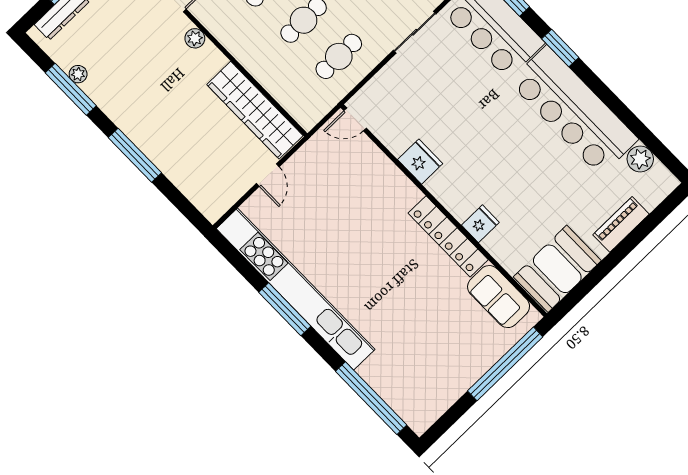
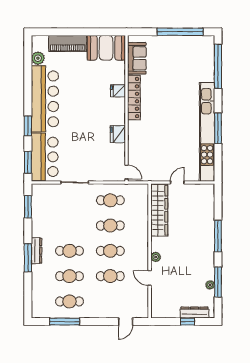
piano: (621, 224) -> (68, 43), width x1.37, depth x1.33
window: (505, 364) -> (180, 32), moved

